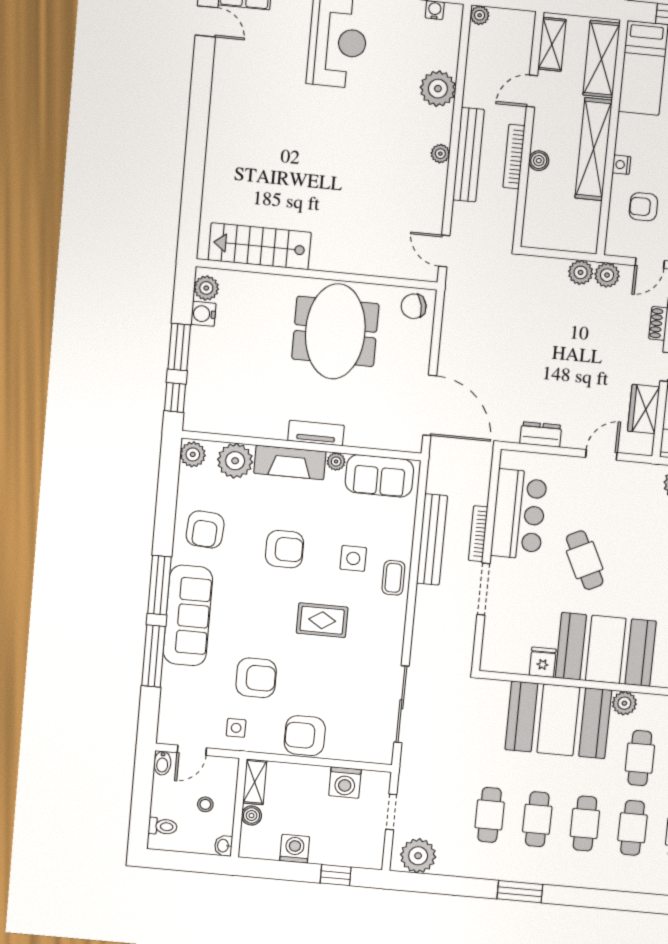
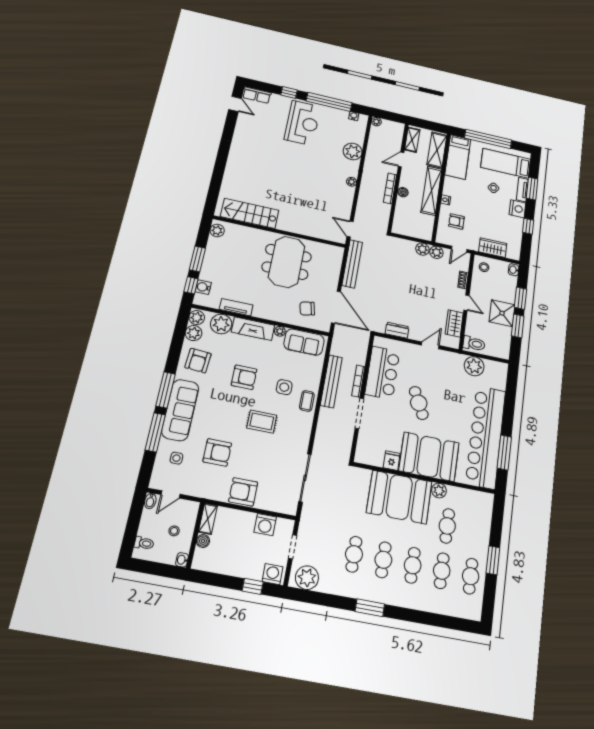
bench: (468, 155) -> (352, 264), moved
chair: (414, 306) -> (307, 309), moved
water cooler: (203, 314) -> (203, 287), moved
tv unit: (316, 433) -> (236, 307), moved
plant: (191, 483) -> (194, 333), added
side table: (236, 728) -> (176, 458), moved
washing machine: (295, 849) -> (273, 574), moved

